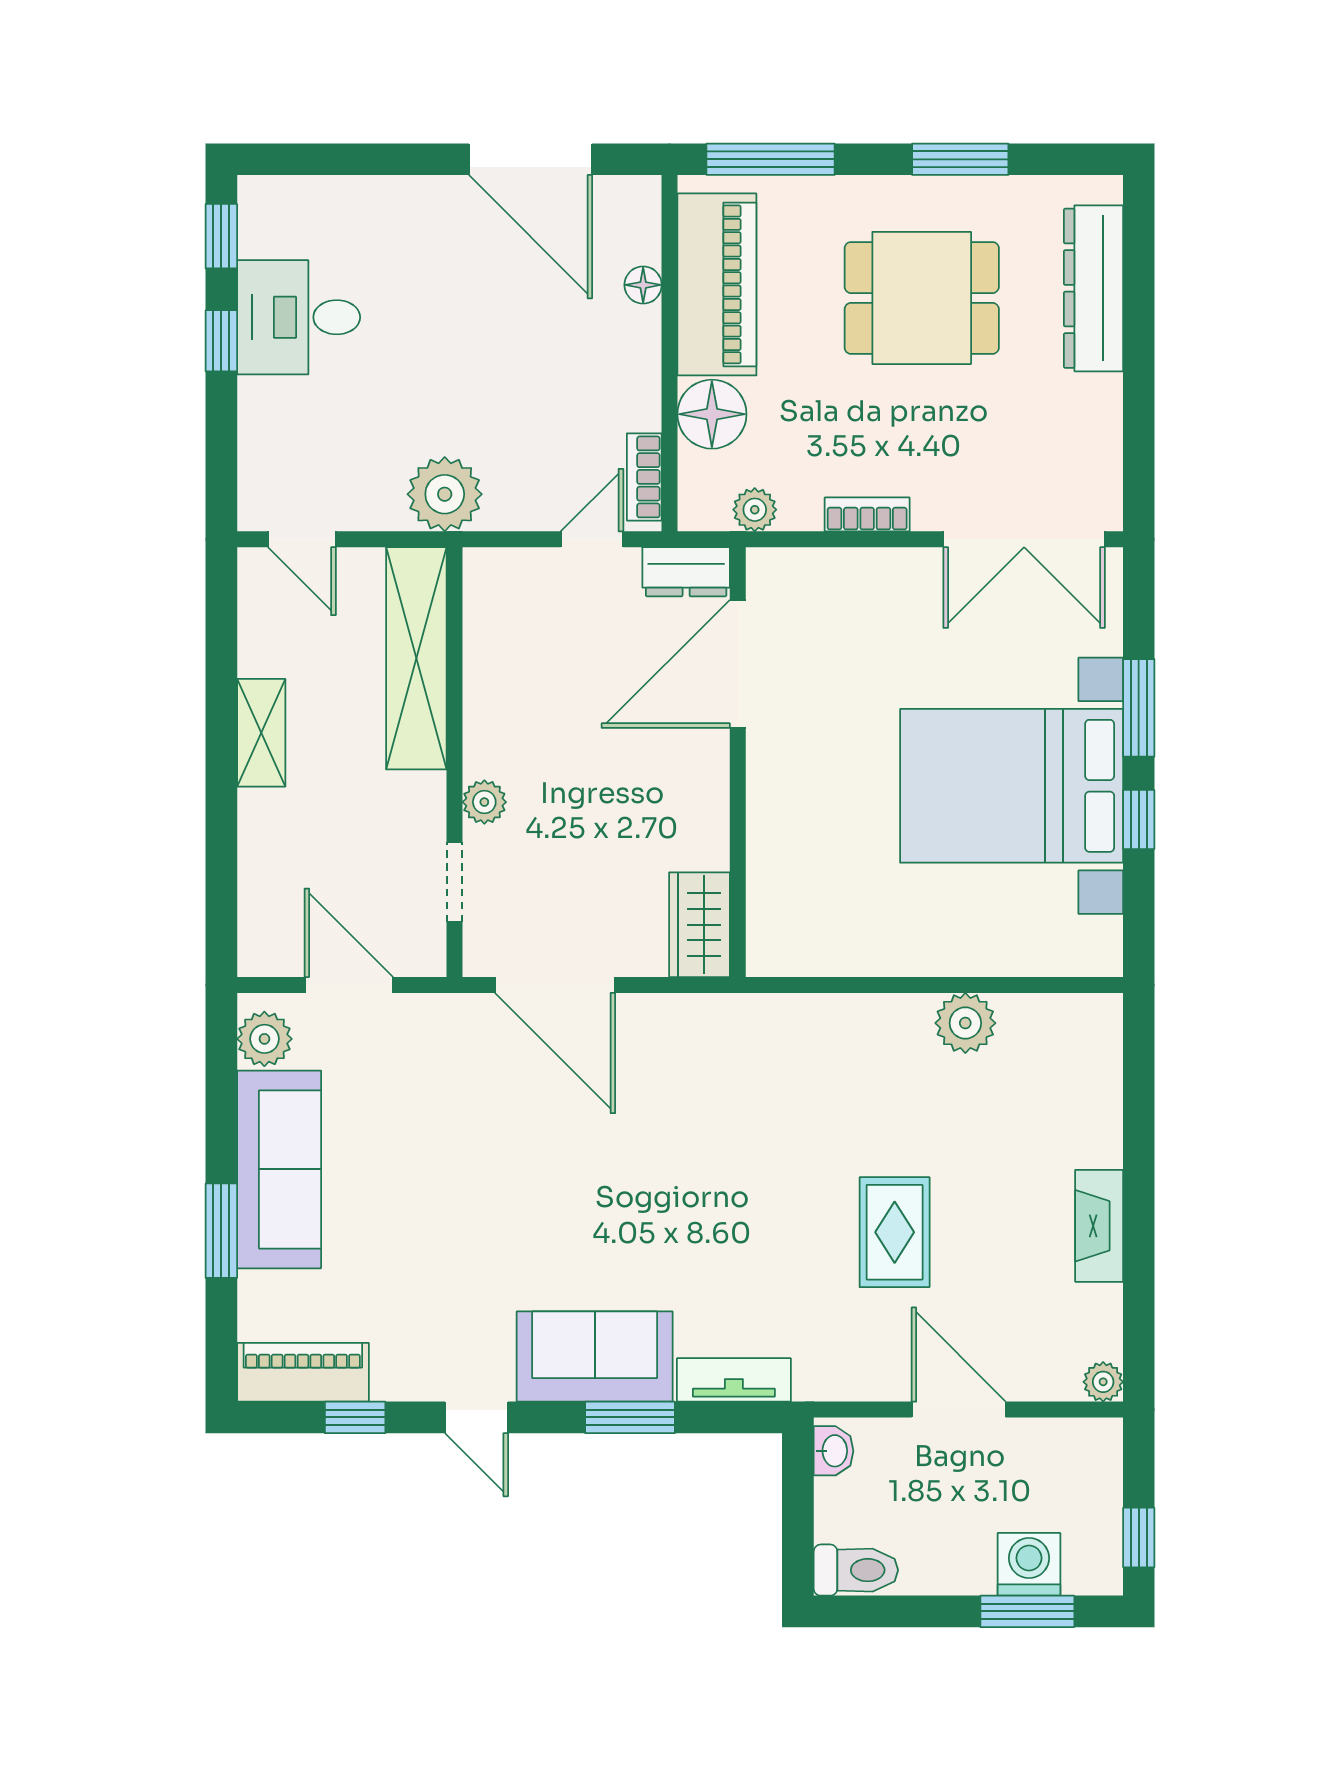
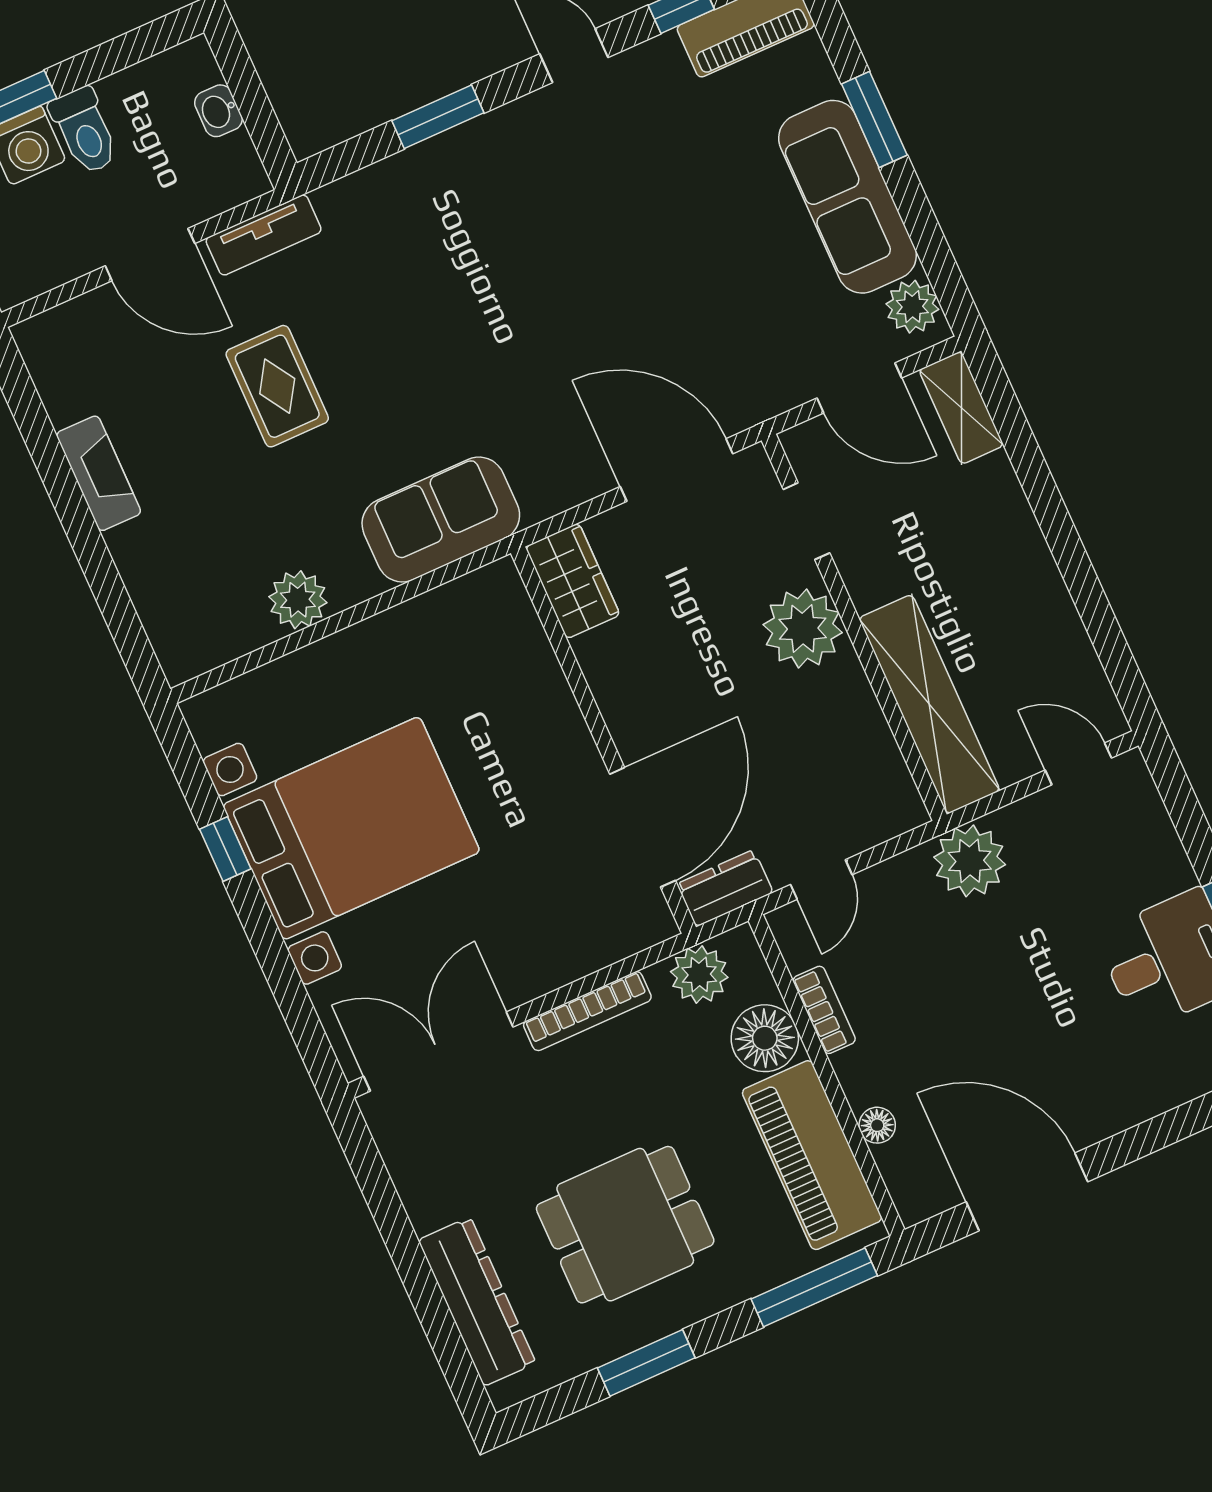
bookcase: (644, 477) -> (824, 1010), moved
plant: (755, 510) -> (699, 975), width x1.38, depth x1.38
bookcase: (867, 514) -> (587, 1011), width x1.56
window: (1139, 708) -> (270, 948), removed
shelving: (261, 733) -> (961, 408), moved
plant: (484, 802) -> (803, 629), width x1.87, depth x1.87
sofa: (595, 1357) -> (441, 520), moved, turned 180
tv unit: (734, 1380) -> (264, 235), moved
plant: (1103, 1382) -> (33, 337), removed
washbasin: (834, 1451) -> (218, 111), moved
toilet: (856, 1570) -> (84, 131), moved, turned -90

